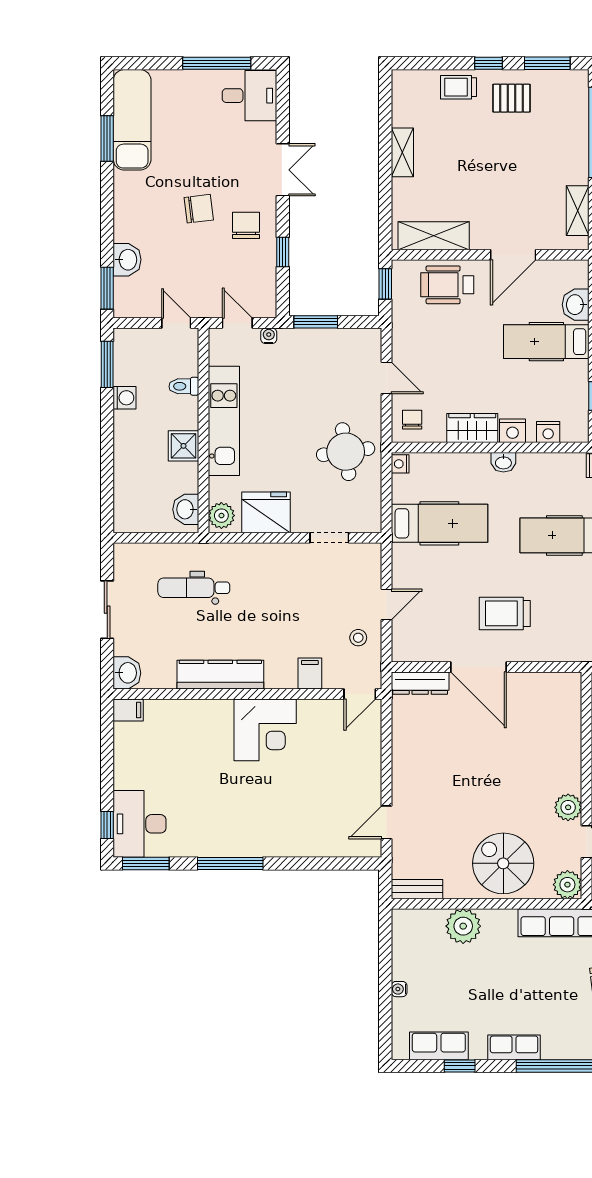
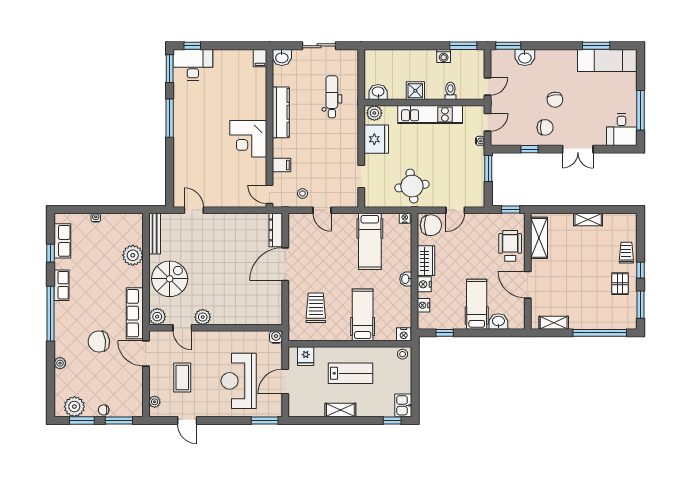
chair: (412, 420) -> (431, 225), width x1.87, depth x1.87
trolley: (505, 613) -> (316, 308), moved
bench: (417, 889) -> (155, 234), width x1.36

